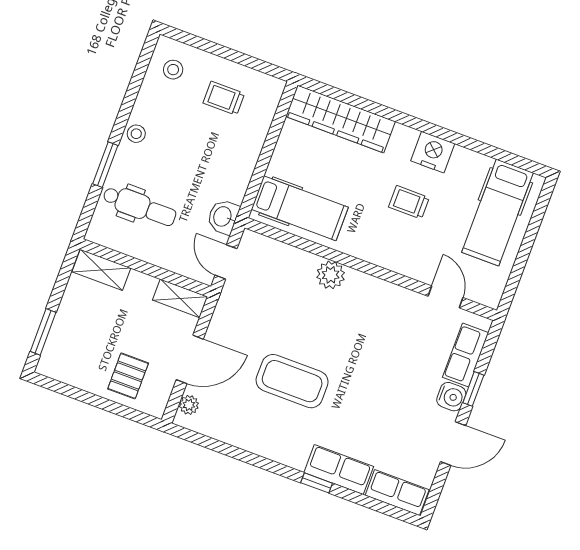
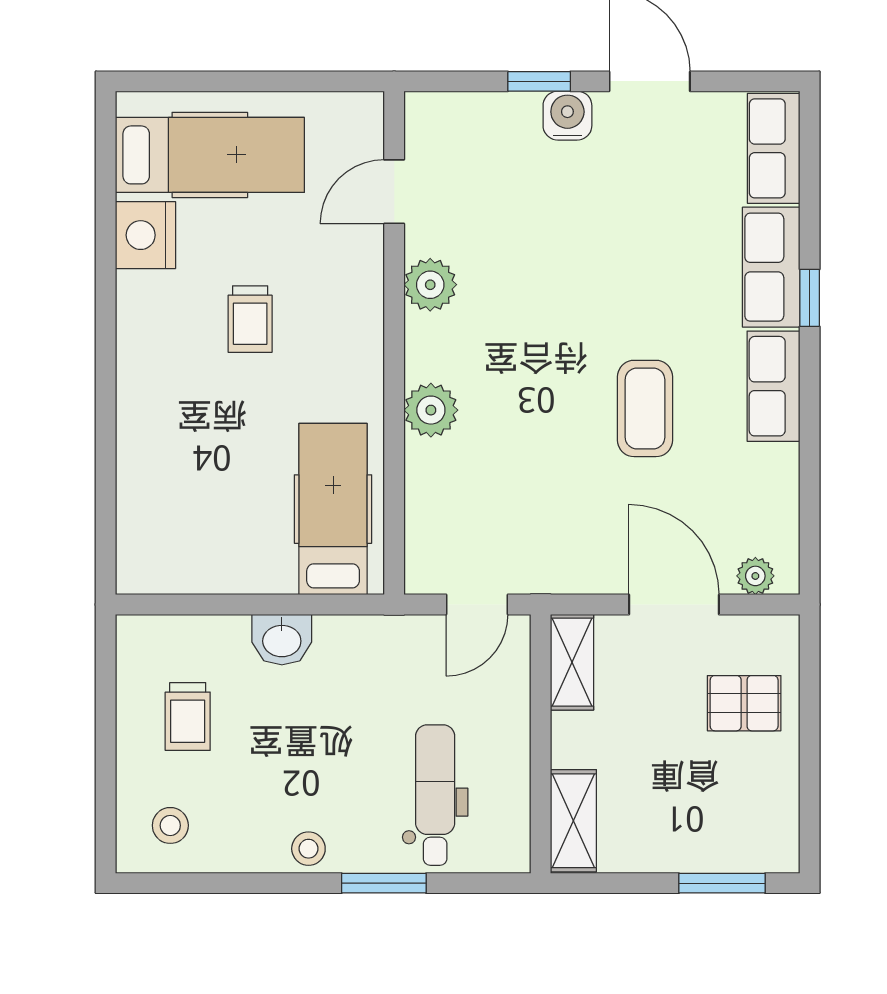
wardrobe: (340, 119) -> (147, 496), removed
nightstand: (433, 152) -> (145, 235), moved
washbasin: (223, 217) -> (282, 640), moved
plant: (393, 298) -> (430, 285), added
row of seats: (466, 355) -> (773, 386), moved, turned 90
coffee table: (292, 381) -> (645, 408), width x0.73, depth x0.76

